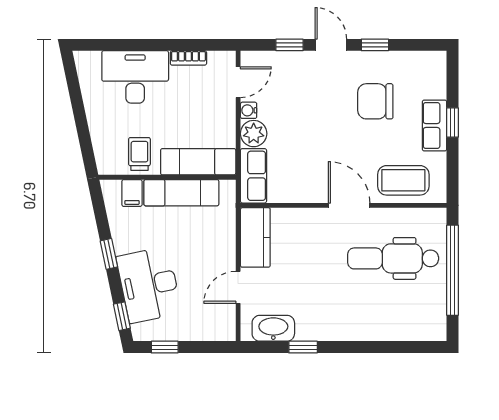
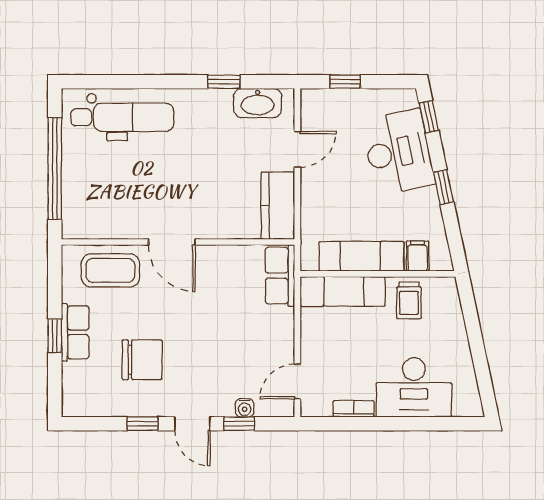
water cooler: (249, 110) -> (245, 408), moved, turned 90
plant: (254, 134) -> (280, 323), removed
dental chair: (393, 258) -> (122, 117), moved
window: (165, 347) -> (345, 82), moved

